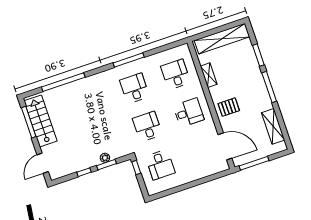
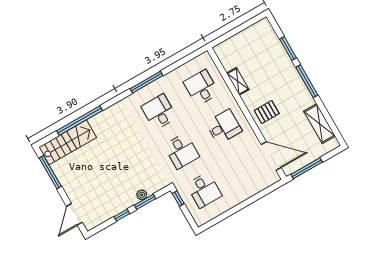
shelving: (222, 39) -> (244, 38), removed
stairs: (40, 121) -> (68, 142), moved, turned 90
desk: (147, 126) -> (182, 151), turned 180

